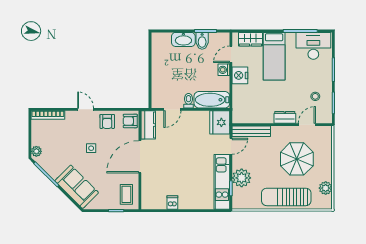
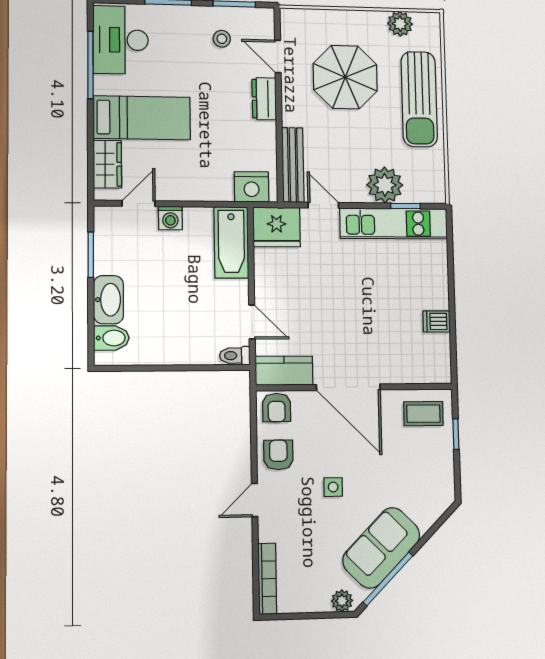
bidet: (202, 41) -> (111, 338), moved
door: (231, 54) -> (139, 203), swing flipped
nightstand: (240, 75) -> (252, 187), moved
toilet: (189, 101) -> (235, 356), moved
armchair: (107, 121) -> (278, 455), turned -90
sofa: (77, 187) -> (381, 548), moved

